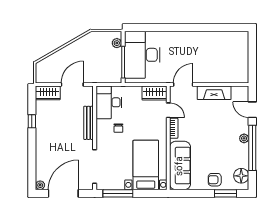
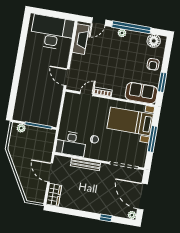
desk: (142, 55) -> (52, 32), moved, turned 180
wardrobe: (154, 93) -> (70, 103), removed
fireplace: (214, 93) -> (81, 39), moved
window: (32, 121) -> (106, 218), moved
sofa: (180, 166) -> (141, 93), width x0.73
window: (118, 193) -> (152, 139), moved
window: (225, 193) -> (162, 82), moved

